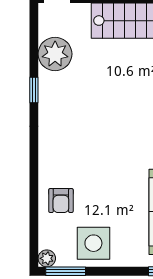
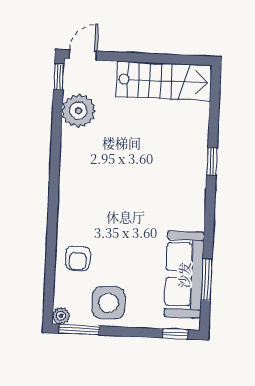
window: (34, 90) -> (59, 77), moved

